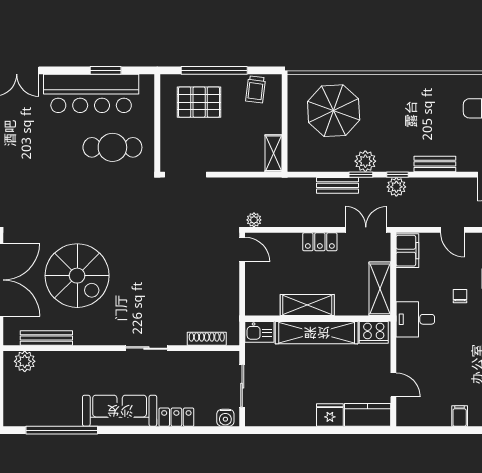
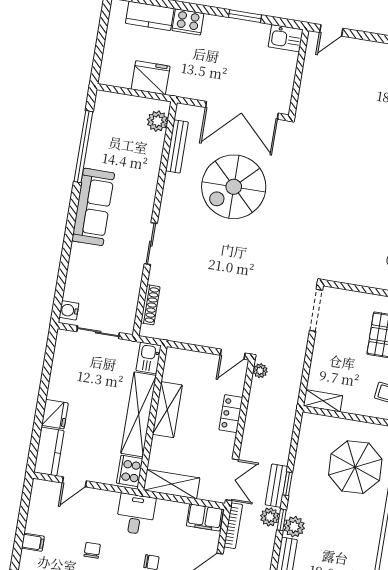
cafe table: (112, 147) -> (355, 243), removed
plant: (365, 161) -> (294, 527), moved
bench: (337, 185) -> (276, 486), moved
bookcase: (411, 221) -> (233, 526), added
locker: (320, 242) -> (231, 414), moved
chair: (458, 356) -> (92, 550), added
locker: (176, 417) -> (78, 262), removed

